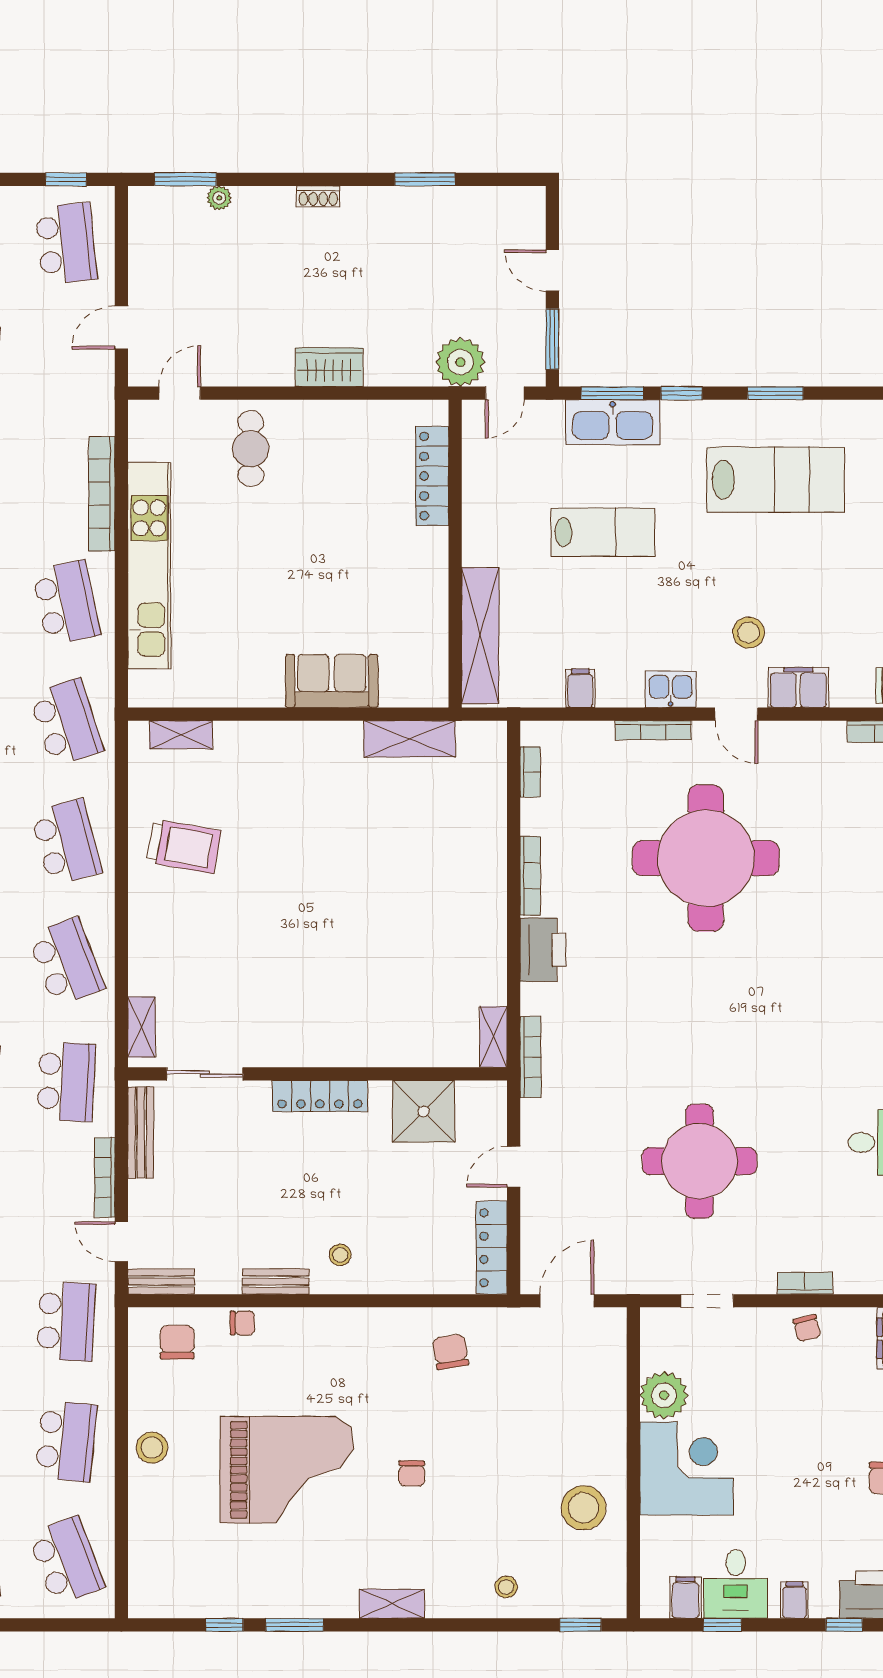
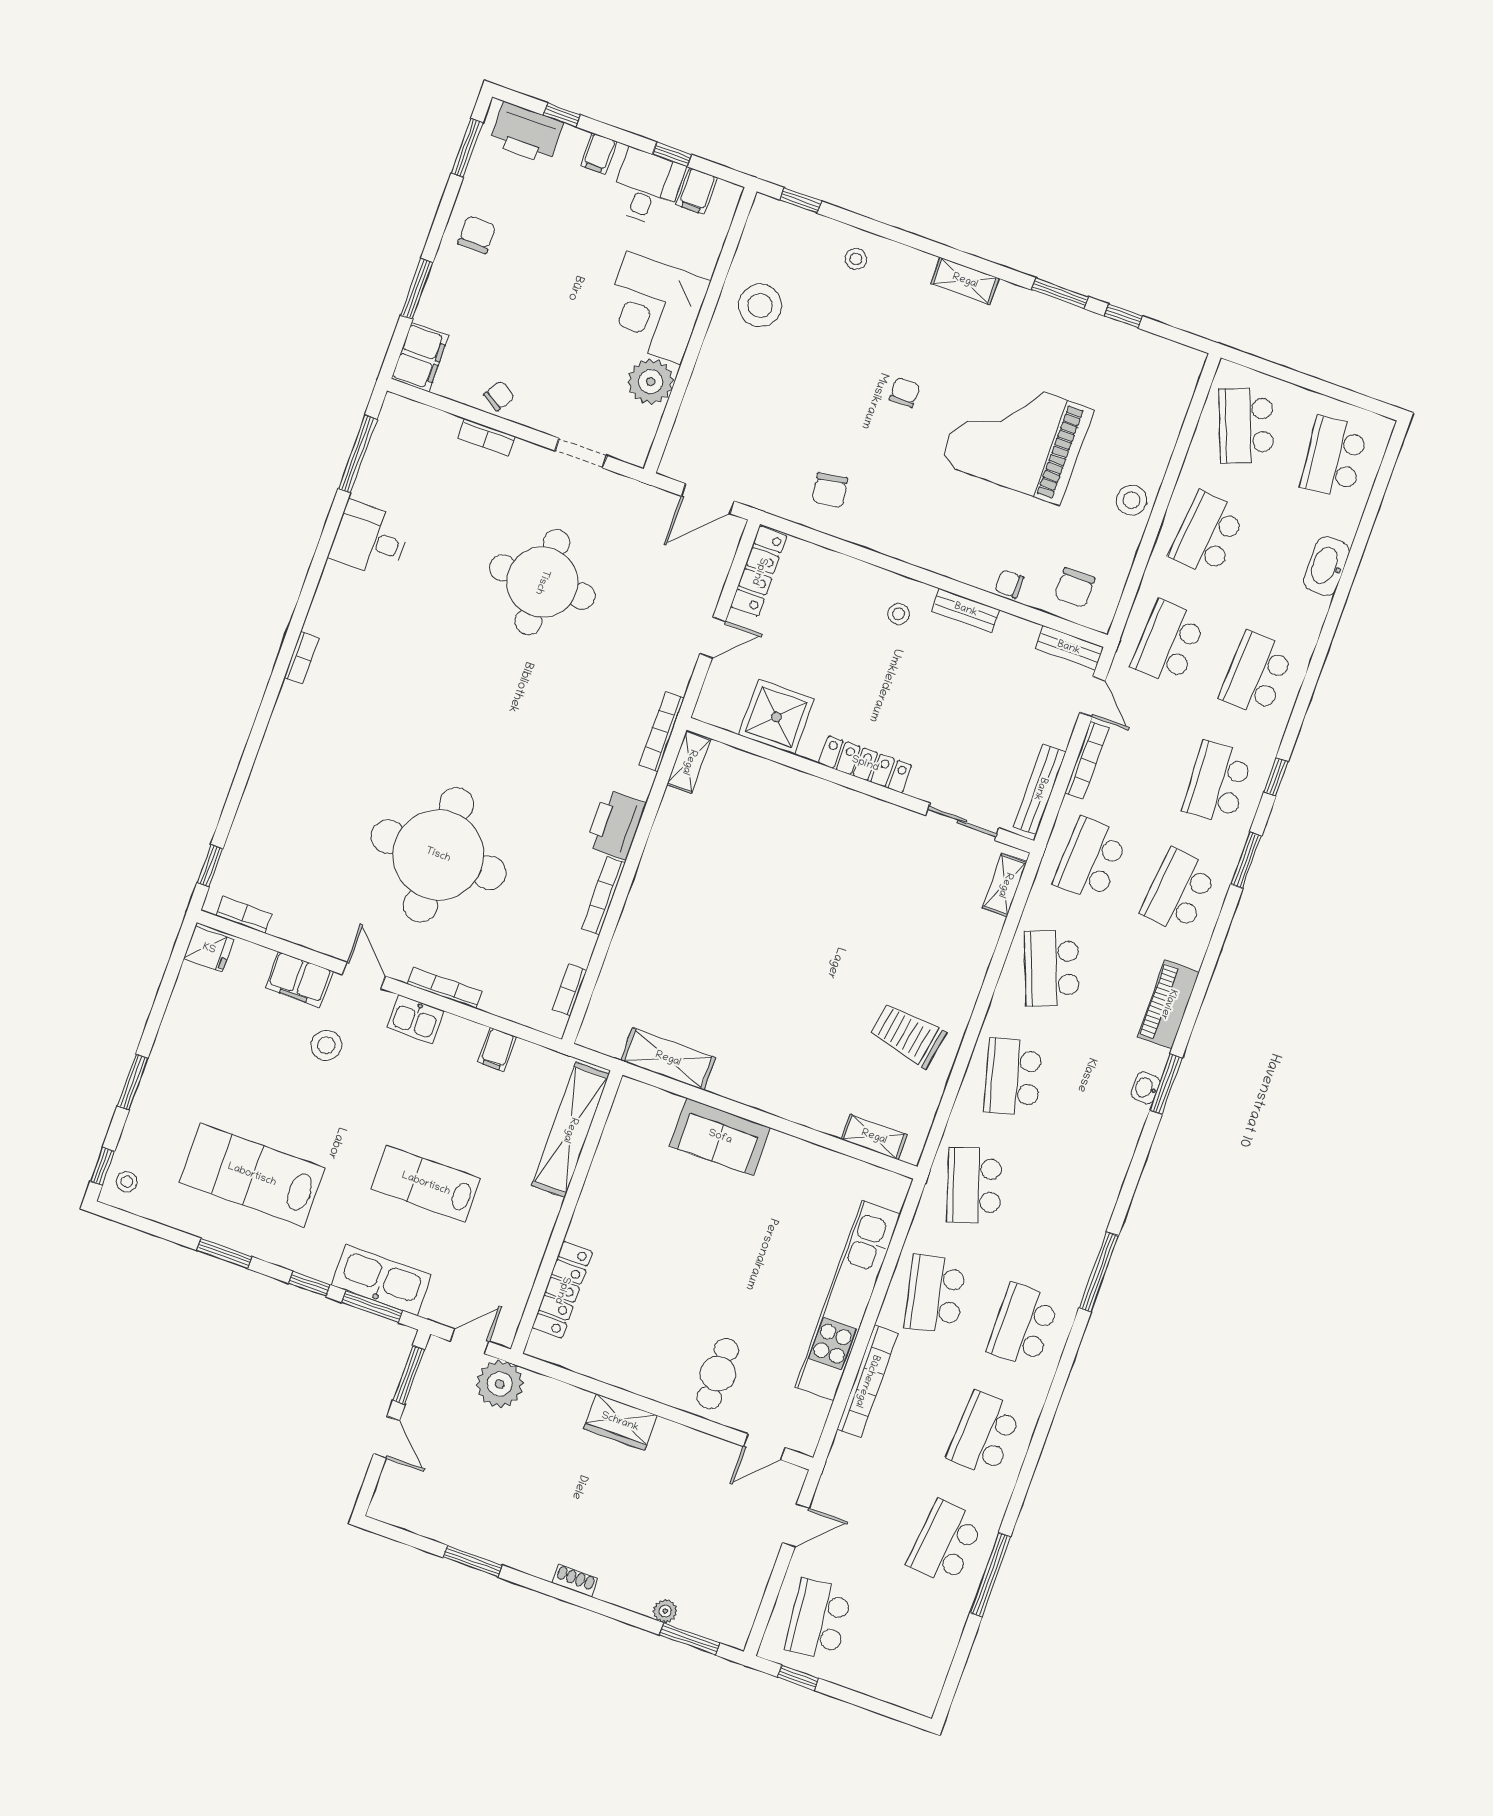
chair: (807, 1328) -> (499, 396), turned 45

